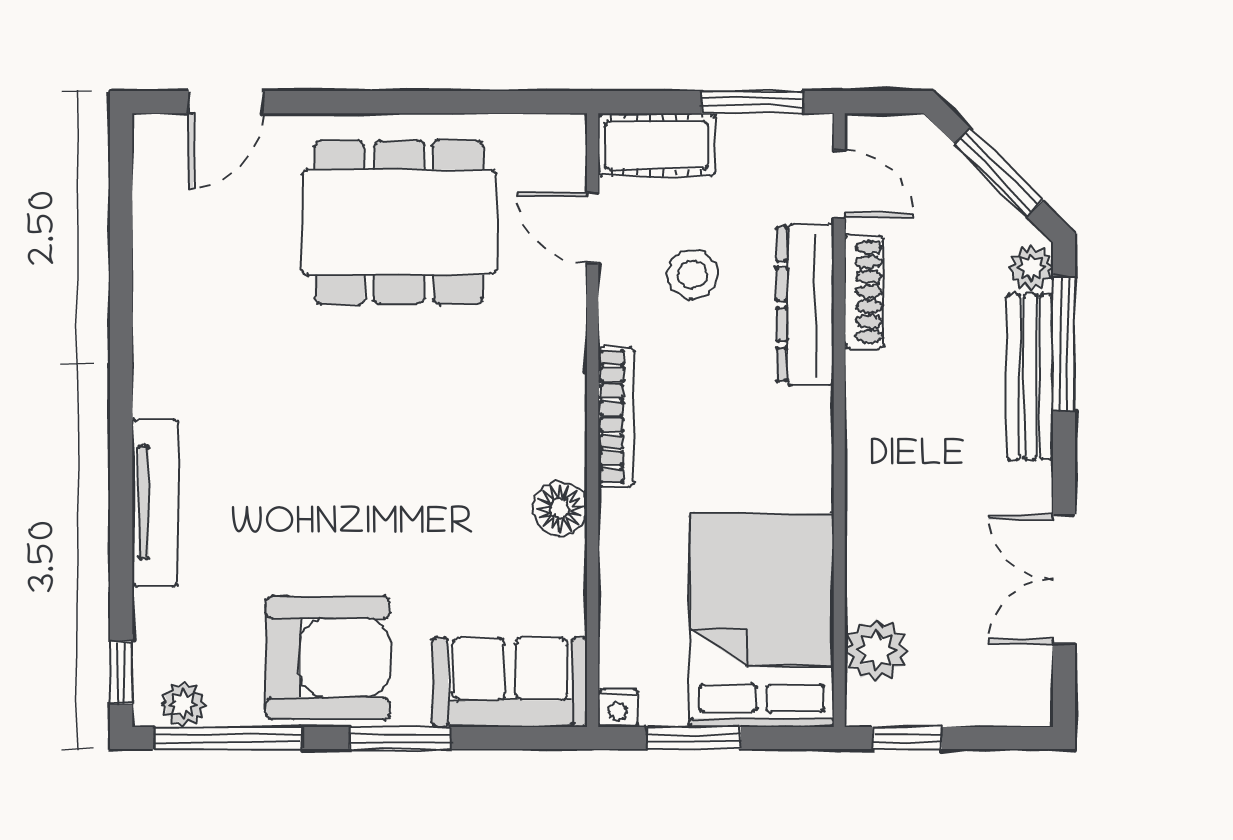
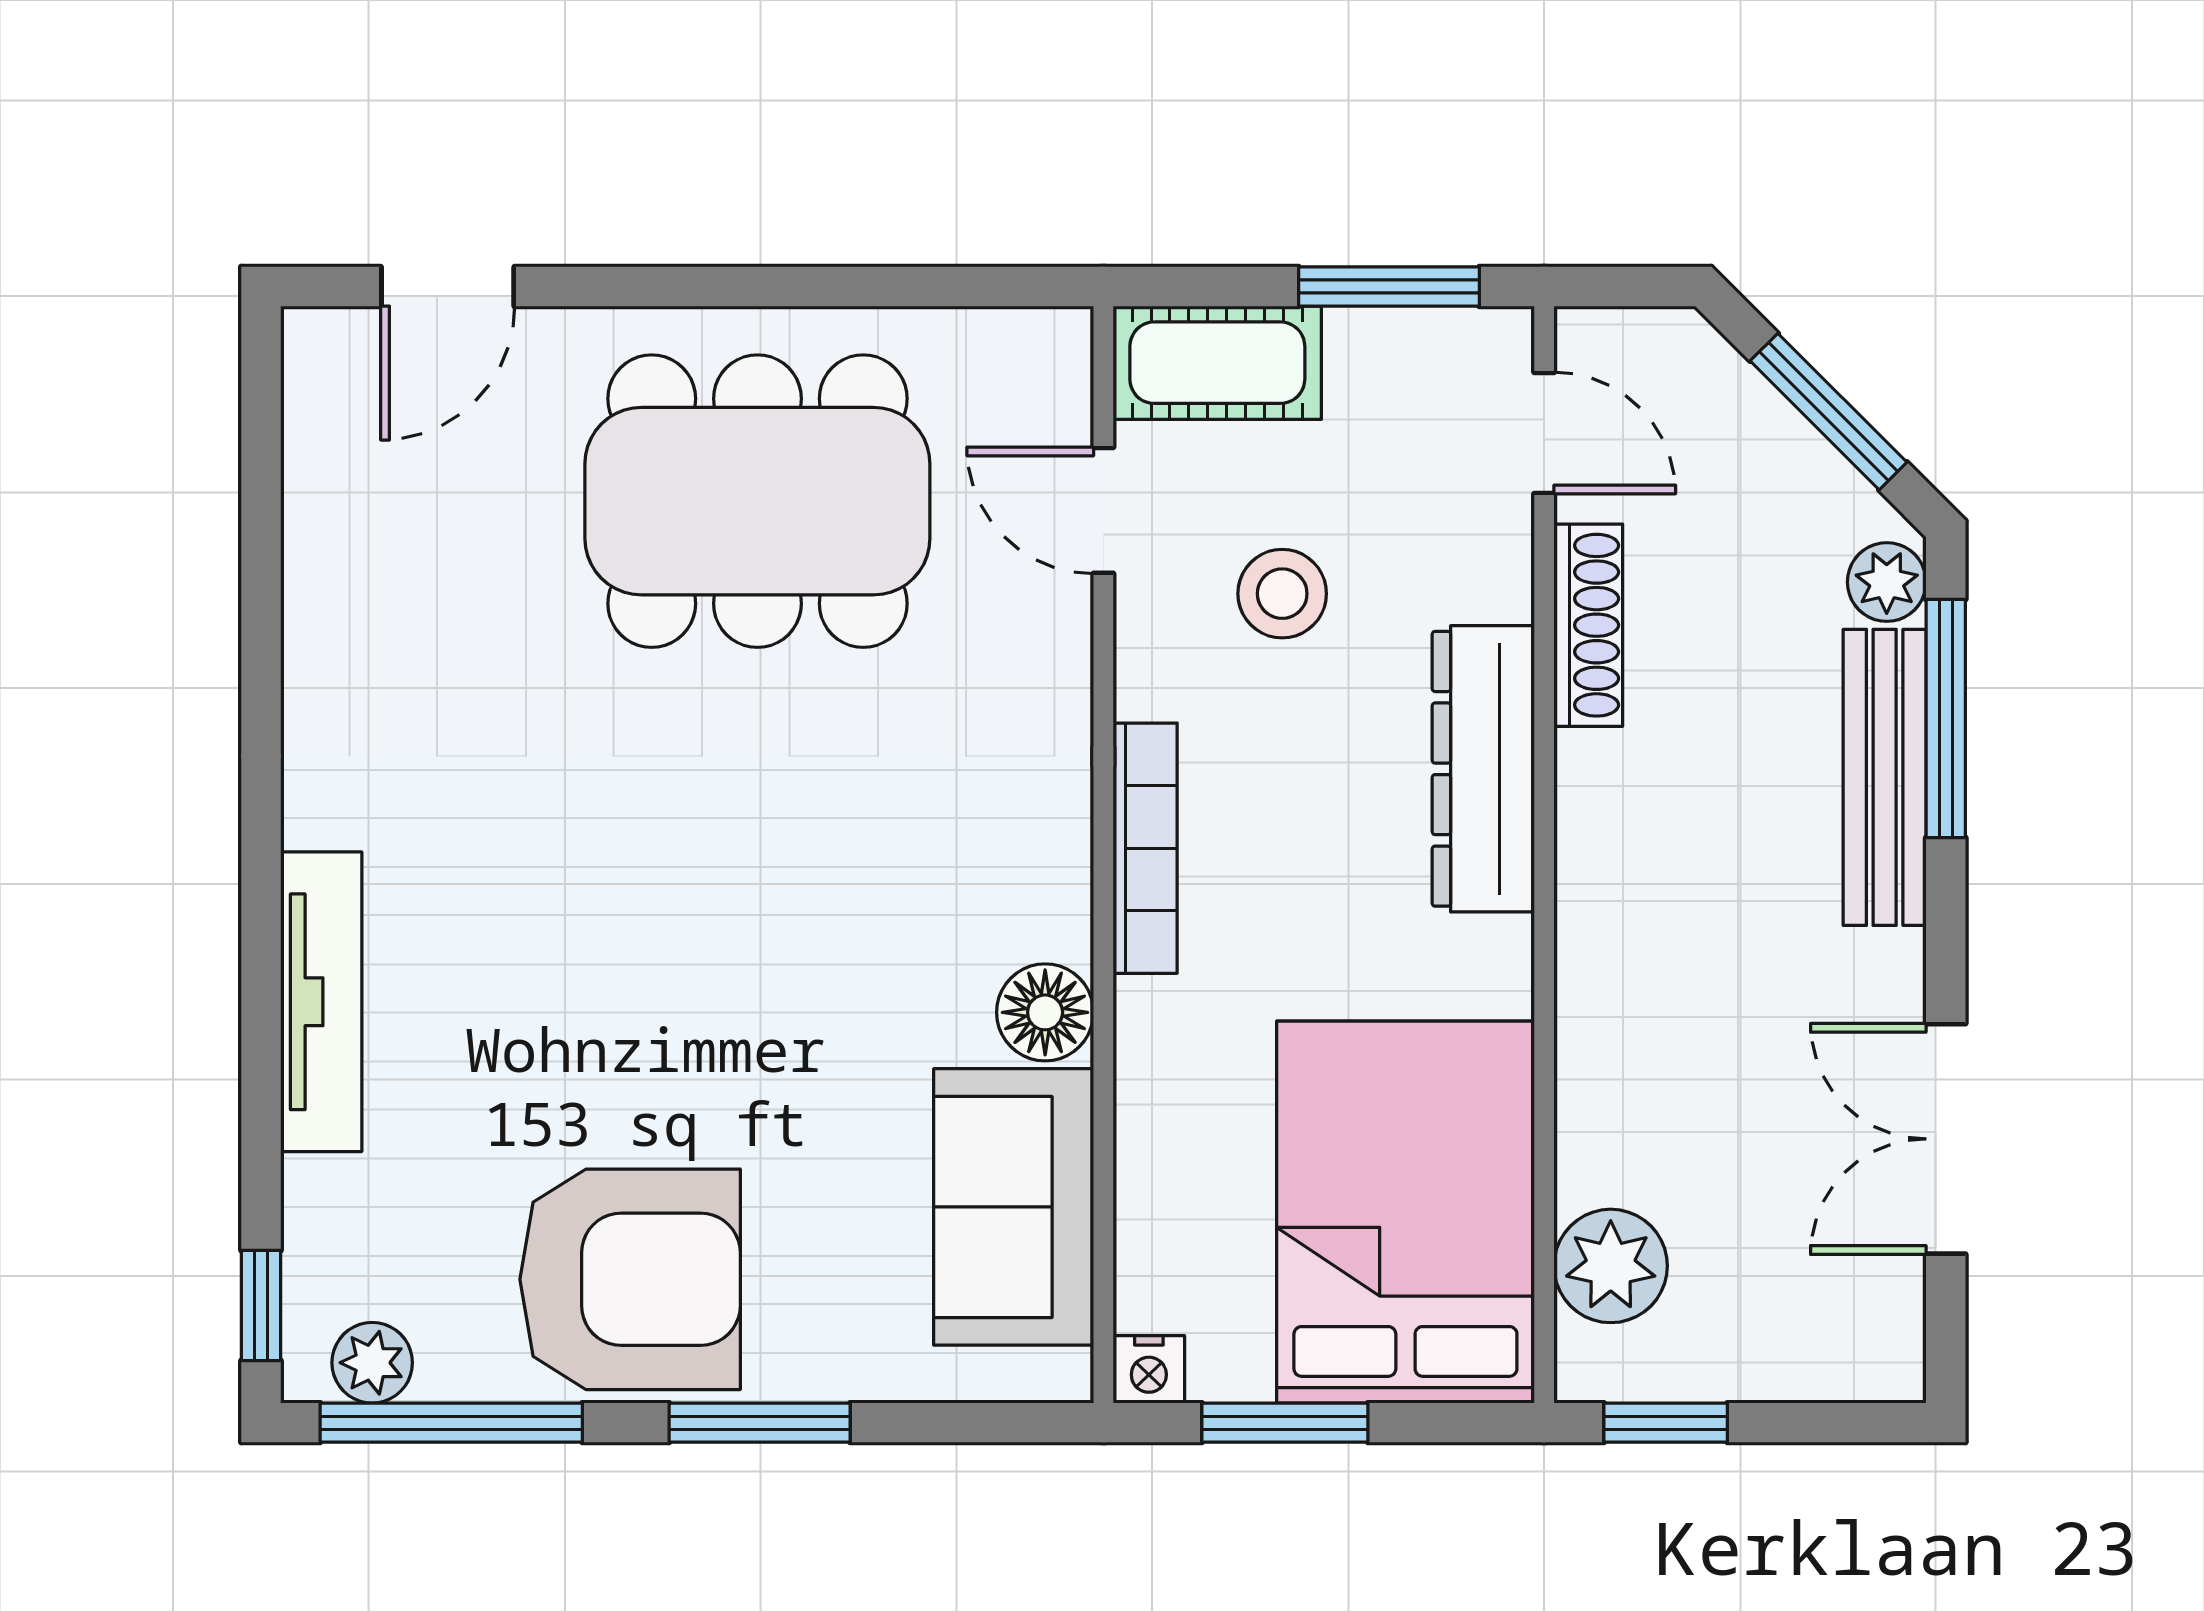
dresser: (805, 304) -> (1483, 769), moved
sofa: (510, 682) -> (1014, 1207), moved, turned -90

